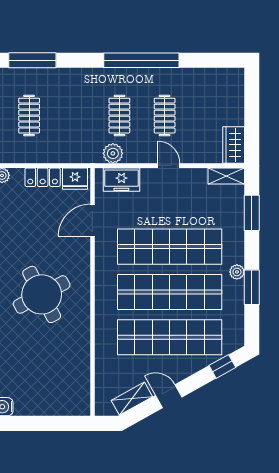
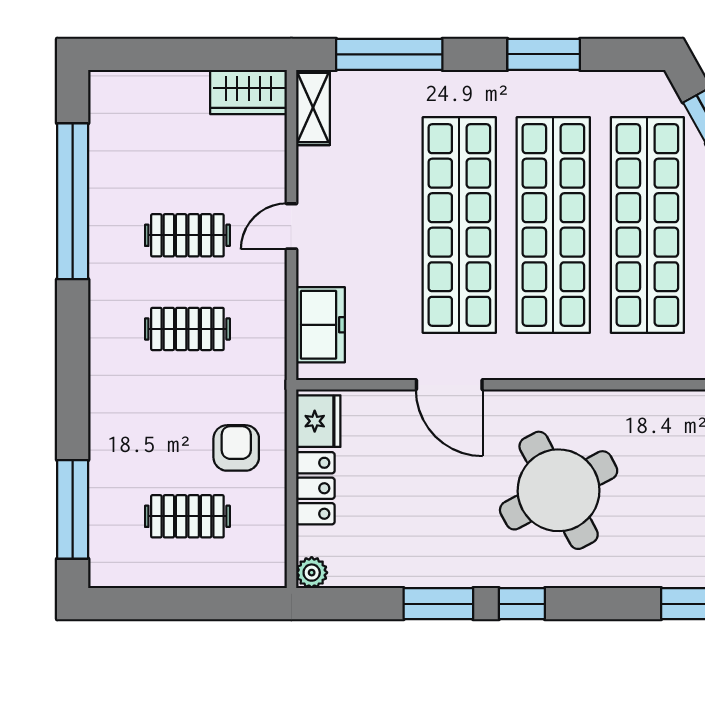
window: (141, 60) -> (73, 201), moved
armchair: (62, 139) -> (236, 448), added
plant: (113, 153) -> (266, 343), removed
window: (252, 213) -> (389, 54), width x1.44
door: (92, 220) -> (449, 385), moved
plant: (237, 272) -> (512, 85), removed

